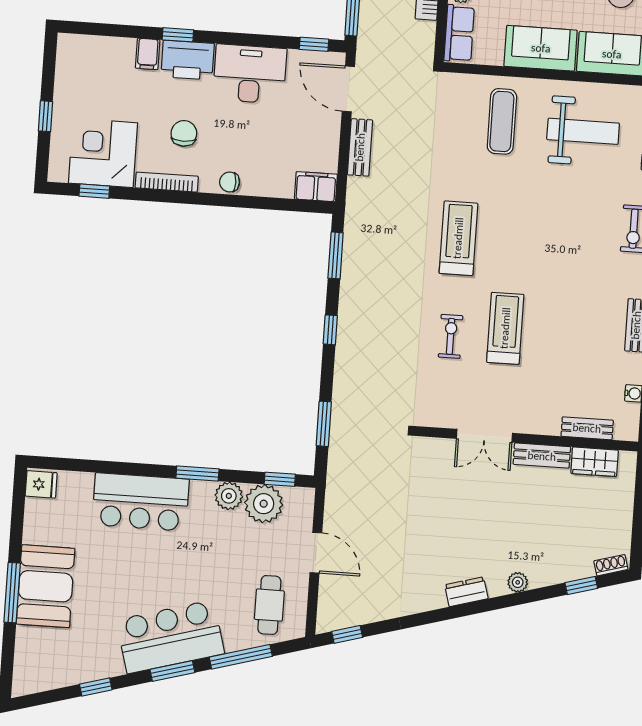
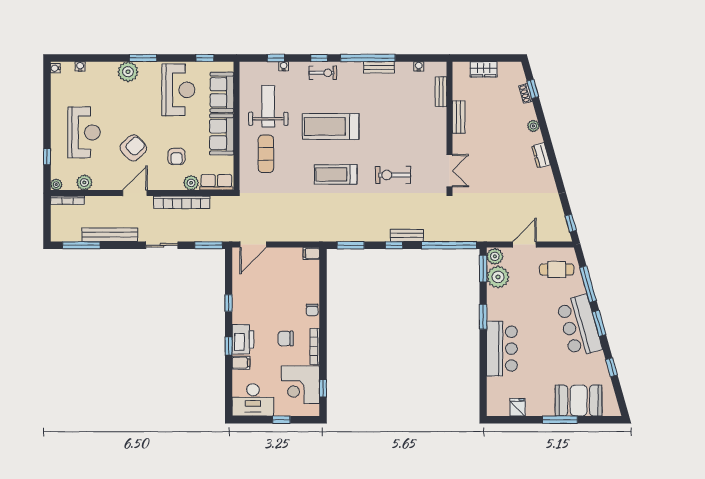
window: (314, 44) -> (229, 303), moved
desk: (250, 74) -> (253, 400), moved, turned -90
exercise mat: (502, 121) -> (266, 154), turned 90
bench: (360, 147) -> (407, 235), moved
filing cabinet: (316, 187) -> (311, 253), width x0.50
treadmill: (505, 328) -> (330, 126), moved, width x1.37, depth x1.38
exercise bike: (451, 336) -> (393, 175), width x1.38, depth x1.39
window: (324, 424) -> (449, 245), width x2.11
double door: (484, 436) -> (449, 171), moved
wardrobe: (595, 462) -> (484, 69), moved, turned 90
window: (280, 479) -> (483, 269), width x1.50
fridge: (41, 484) -> (518, 407), moved
plant: (229, 496) -> (495, 256), moved
shoe rack: (611, 565) -> (526, 93), moved
booth: (46, 586) -> (579, 401), moved

